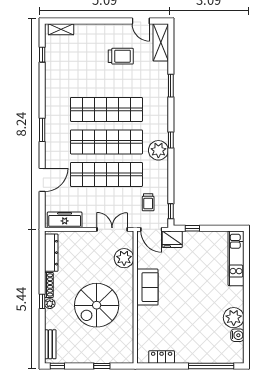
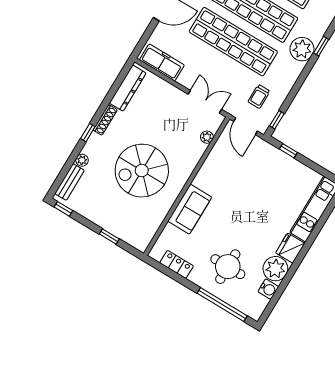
fridge: (172, 239) -> (290, 248), moved, turned 90
plant: (124, 258) -> (207, 137), width x0.53, depth x0.53
sofa: (147, 287) -> (190, 209), moved
plant: (50, 304) -> (82, 160), moved
round table: (199, 337) -> (228, 267), added

